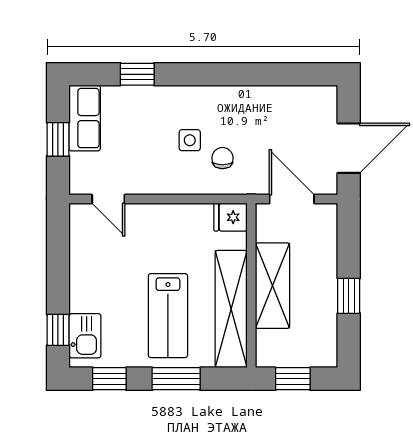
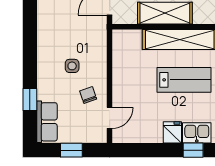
row of seats: (85, 118) -> (47, 122), moved, turned 90
chair: (222, 158) -> (88, 95), moved, turned 71
fridge: (231, 217) -> (172, 132), moved, turned 180

